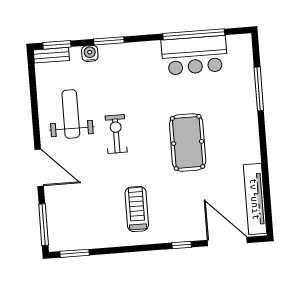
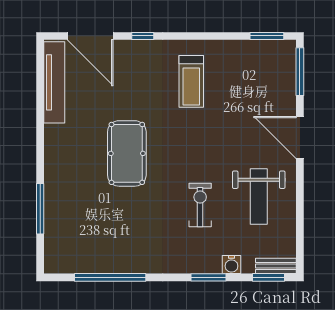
bar counter: (194, 55) -> (111, 253), removed
exercise bike: (116, 134) -> (200, 205), moved, turned 180

